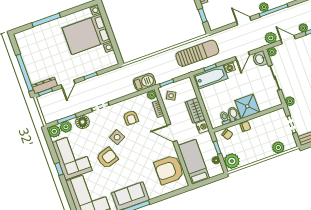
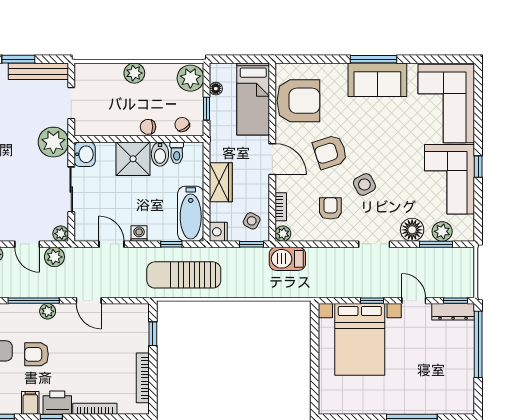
bed with nightstands: (86, 34) -> (360, 339), moved, turned 90
door: (242, 56) -> (112, 244), hinge flipped
washbasin: (260, 59) -> (85, 154), moved
bathtub: (211, 77) -> (191, 214), moved, turned -90
door: (68, 84) -> (414, 301), hinge flipped
plant: (290, 101) -> (53, 142), width x1.88, depth x1.88
nightstand: (203, 127) -> (218, 232), moved
plant: (54, 131) -> (464, 231), removed
plant: (278, 147) -> (134, 73), moved
armchair: (107, 158) -> (330, 152), moved

